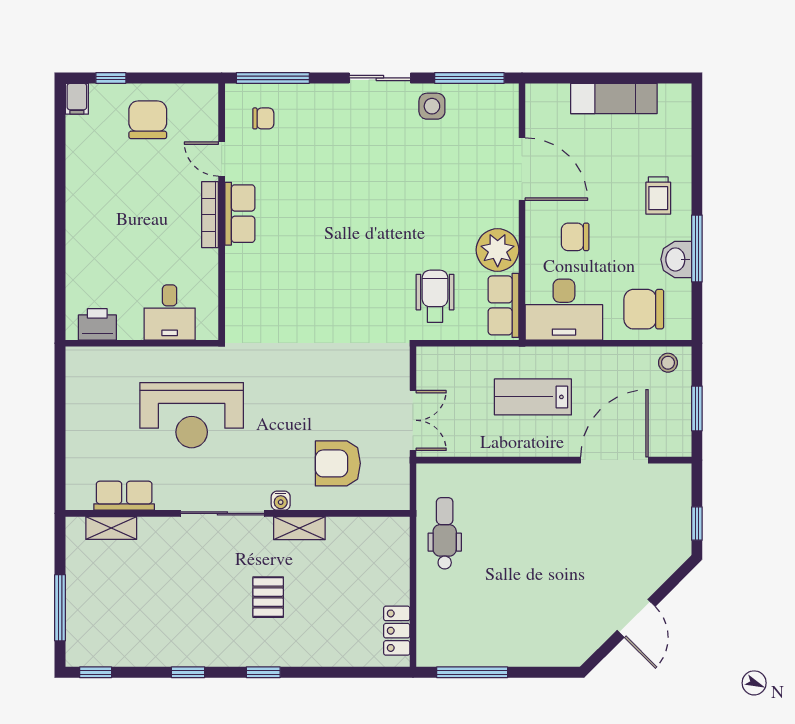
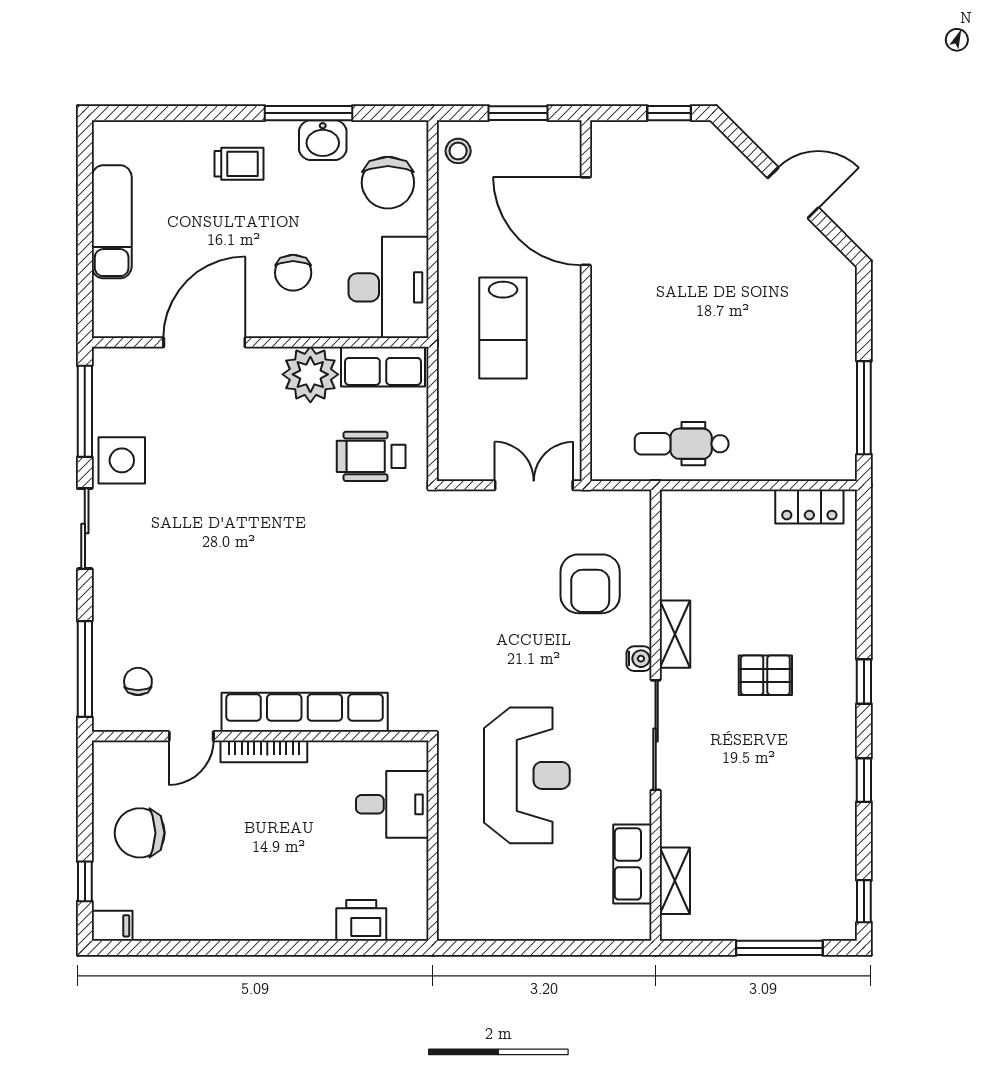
side table: (432, 106) -> (122, 460), width x1.37, depth x1.37
row of seats: (240, 214) -> (305, 712), width x2.02
printer: (97, 324) -> (361, 920), moved, turned 90

